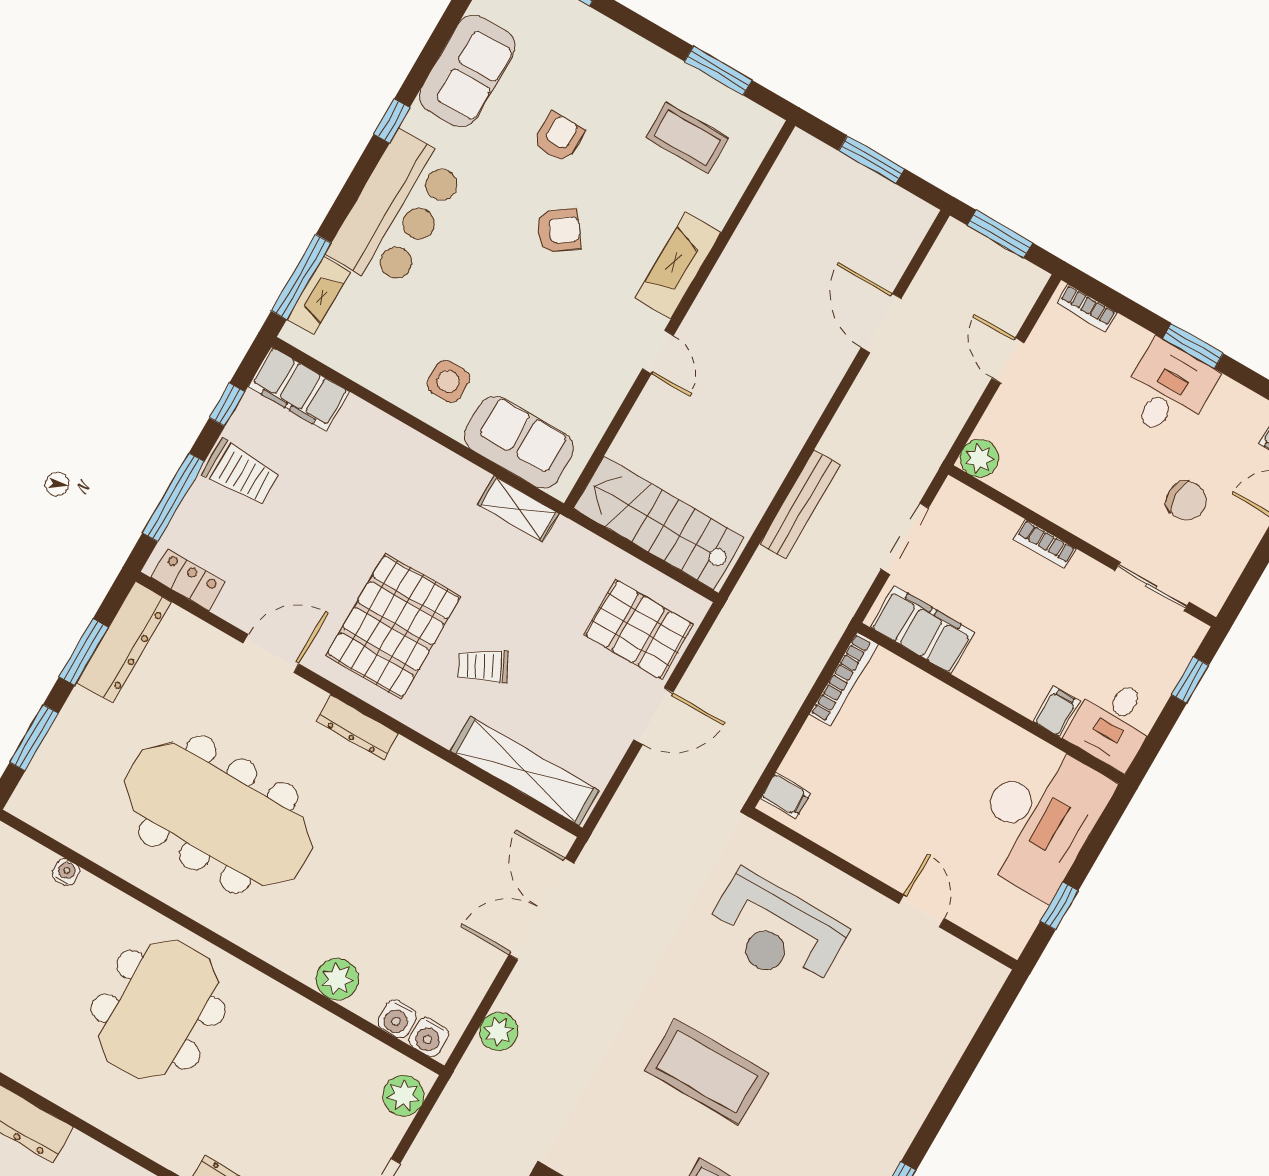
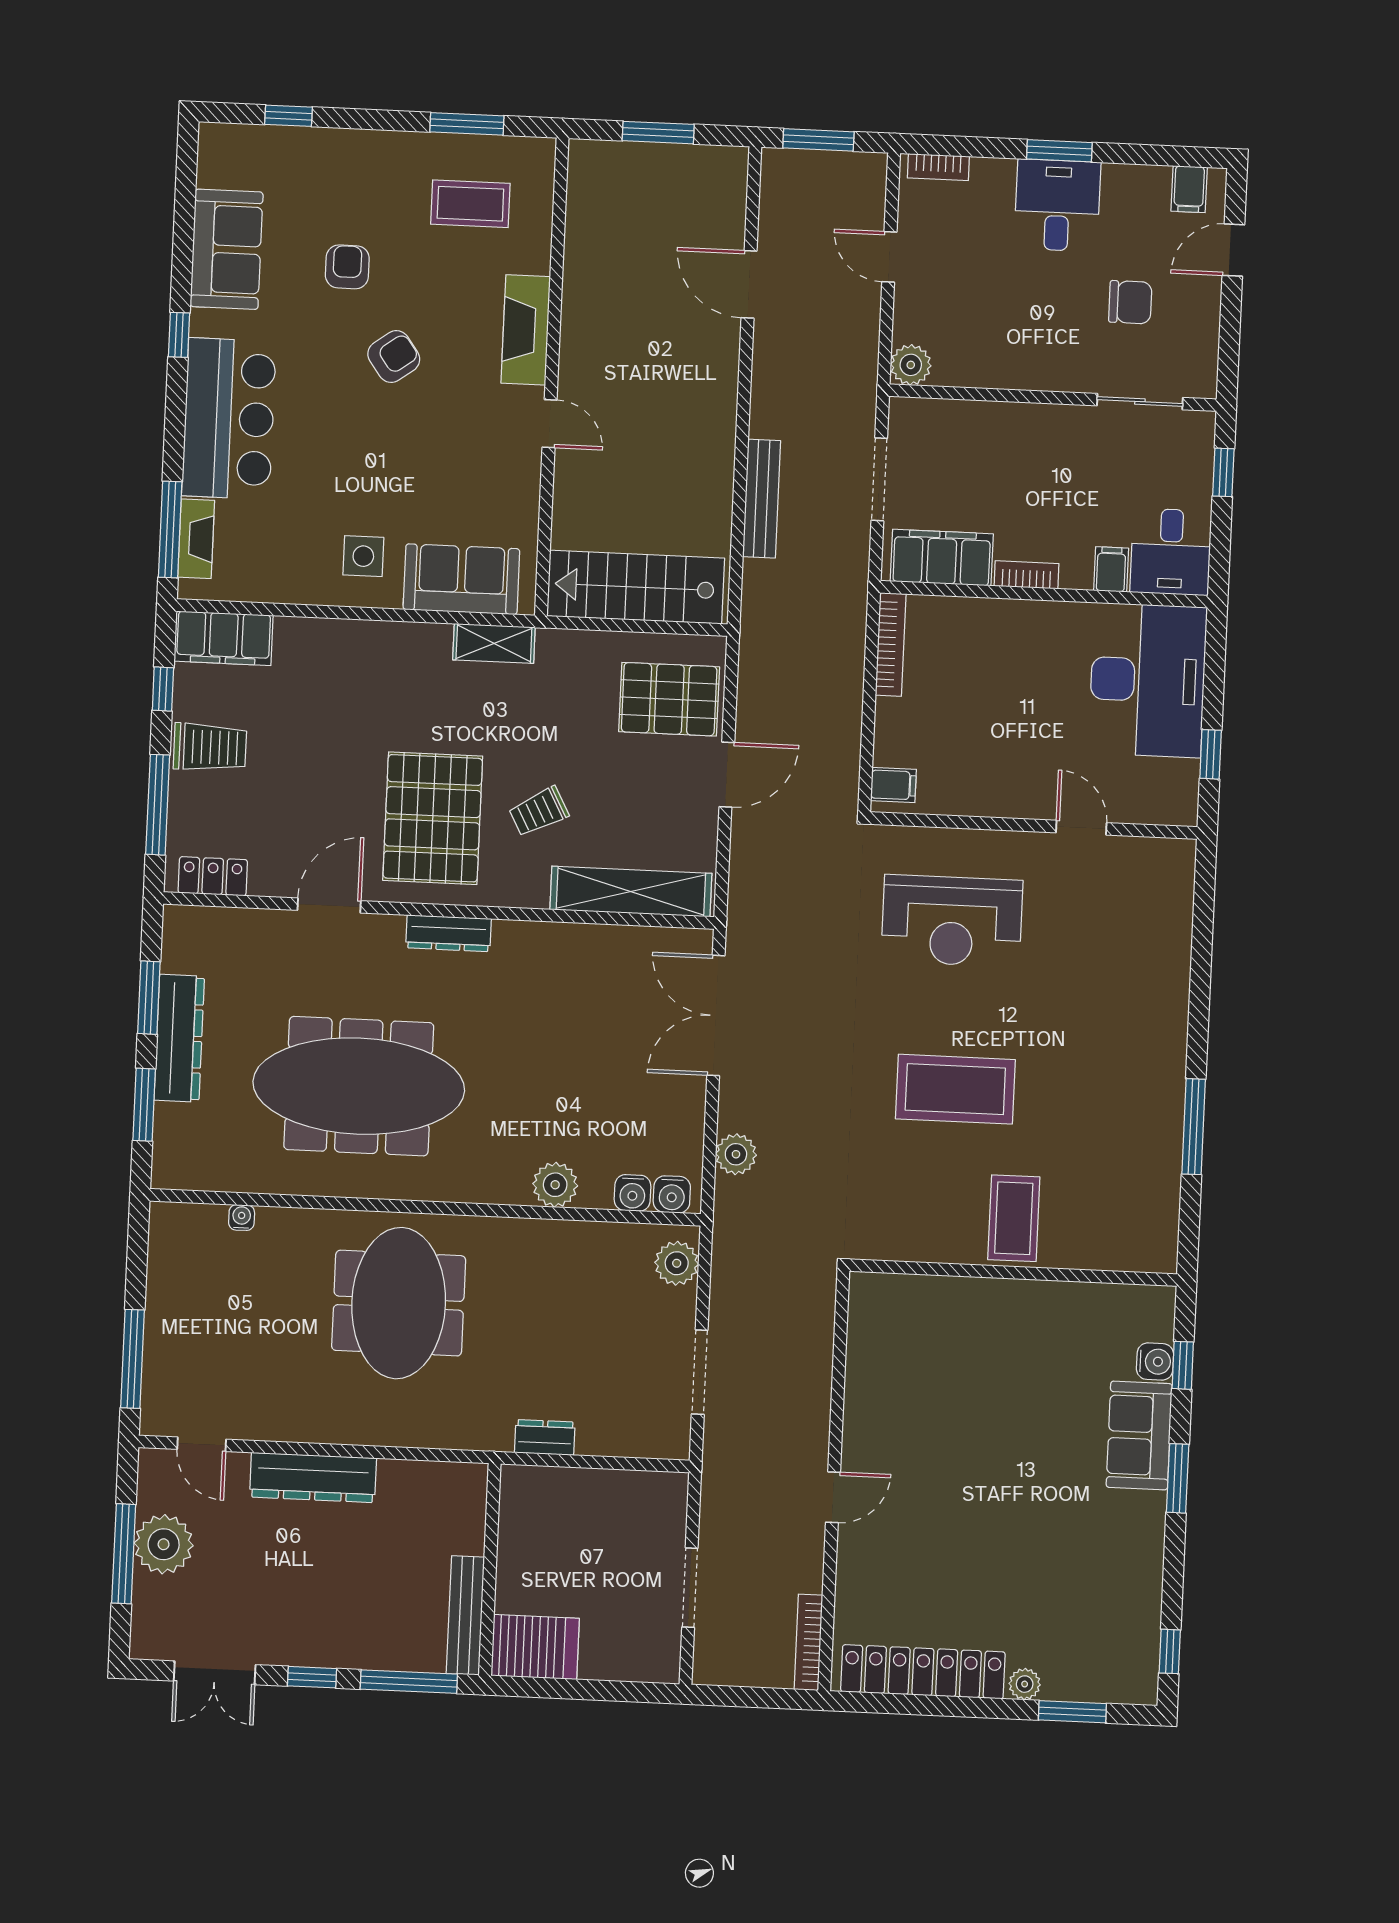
bookcase: (1045, 544) -> (1026, 575), moved, turned 180
dresser: (124, 642) -> (179, 1038), moved

